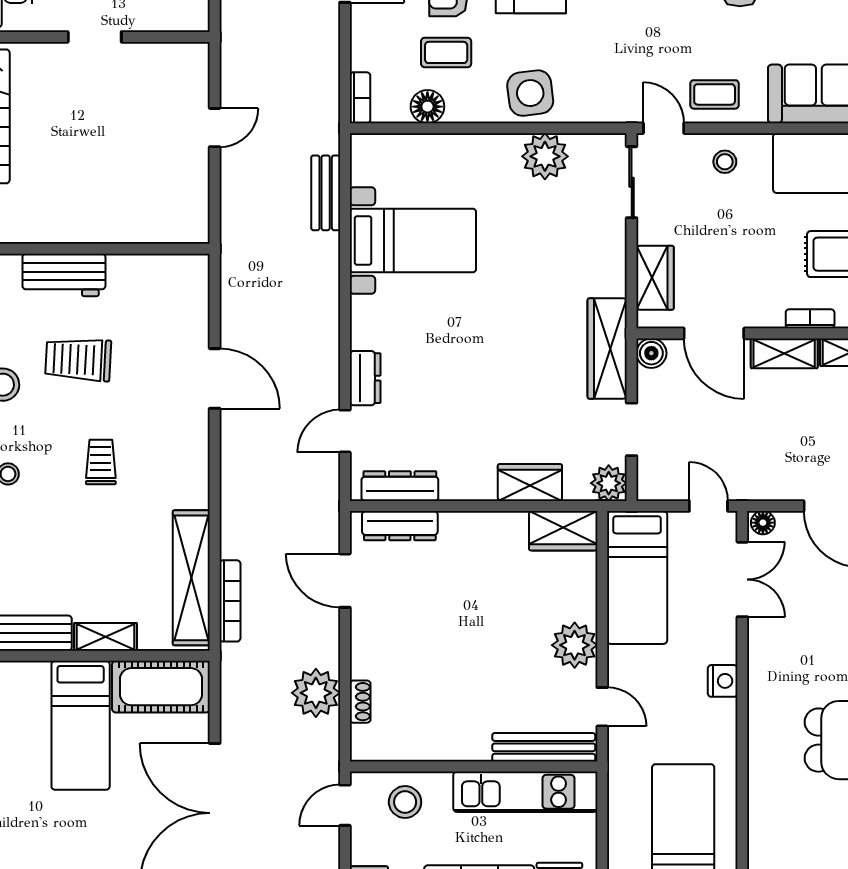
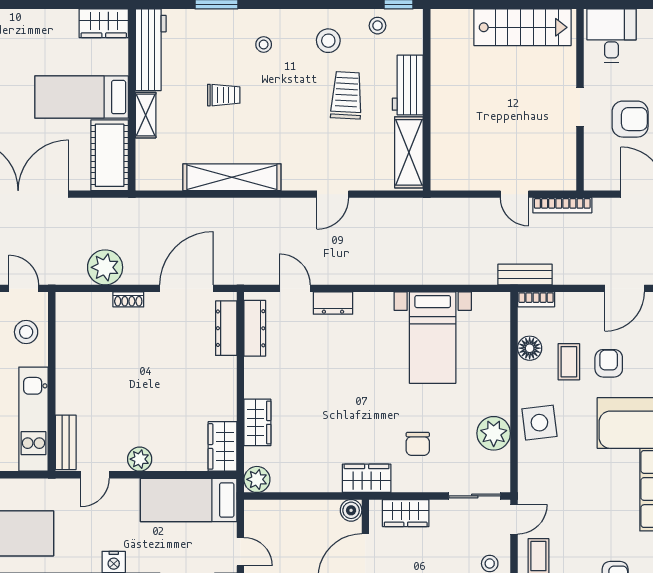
bench: (326, 193) -> (525, 275), moved
chair: (560, 261) -> (418, 444), added
shelving: (157, 273) -> (409, 152), added
wardrobe: (607, 349) -> (367, 478), width x0.67
door: (215, 378) -> (333, 194), width x0.73
doorway: (632, 429) -> (296, 496), removed
trolley: (101, 462) -> (224, 95), moved
door: (708, 506) -> (240, 552), hinge flipped
shelving: (191, 578) -> (232, 177), moved
door: (345, 581) -> (186, 288), width x1.36
bookcase: (230, 601) -> (562, 205), moved
plant: (575, 645) -> (140, 459), width x0.73, depth x0.73
shoe rack: (360, 702) -> (128, 299), moved
bench: (544, 747) -> (66, 442), width x0.73

